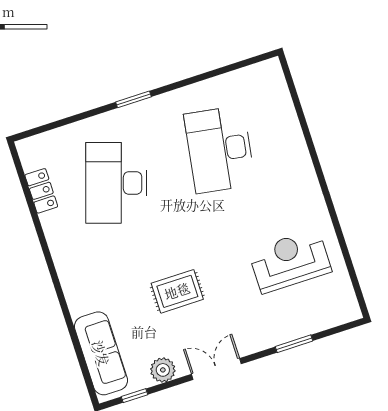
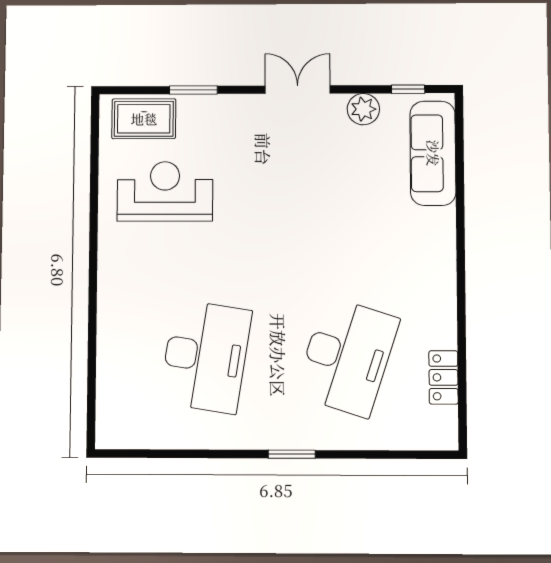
reception desk: (290, 261) -> (165, 191), turned 180
rug: (177, 291) -> (144, 119), moved
double door: (216, 369) -> (298, 90), swing flipped

